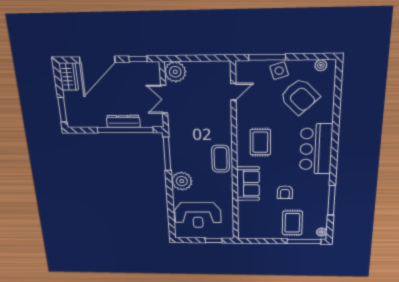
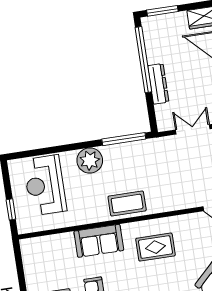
window: (125, 130) -> (143, 60), moved

